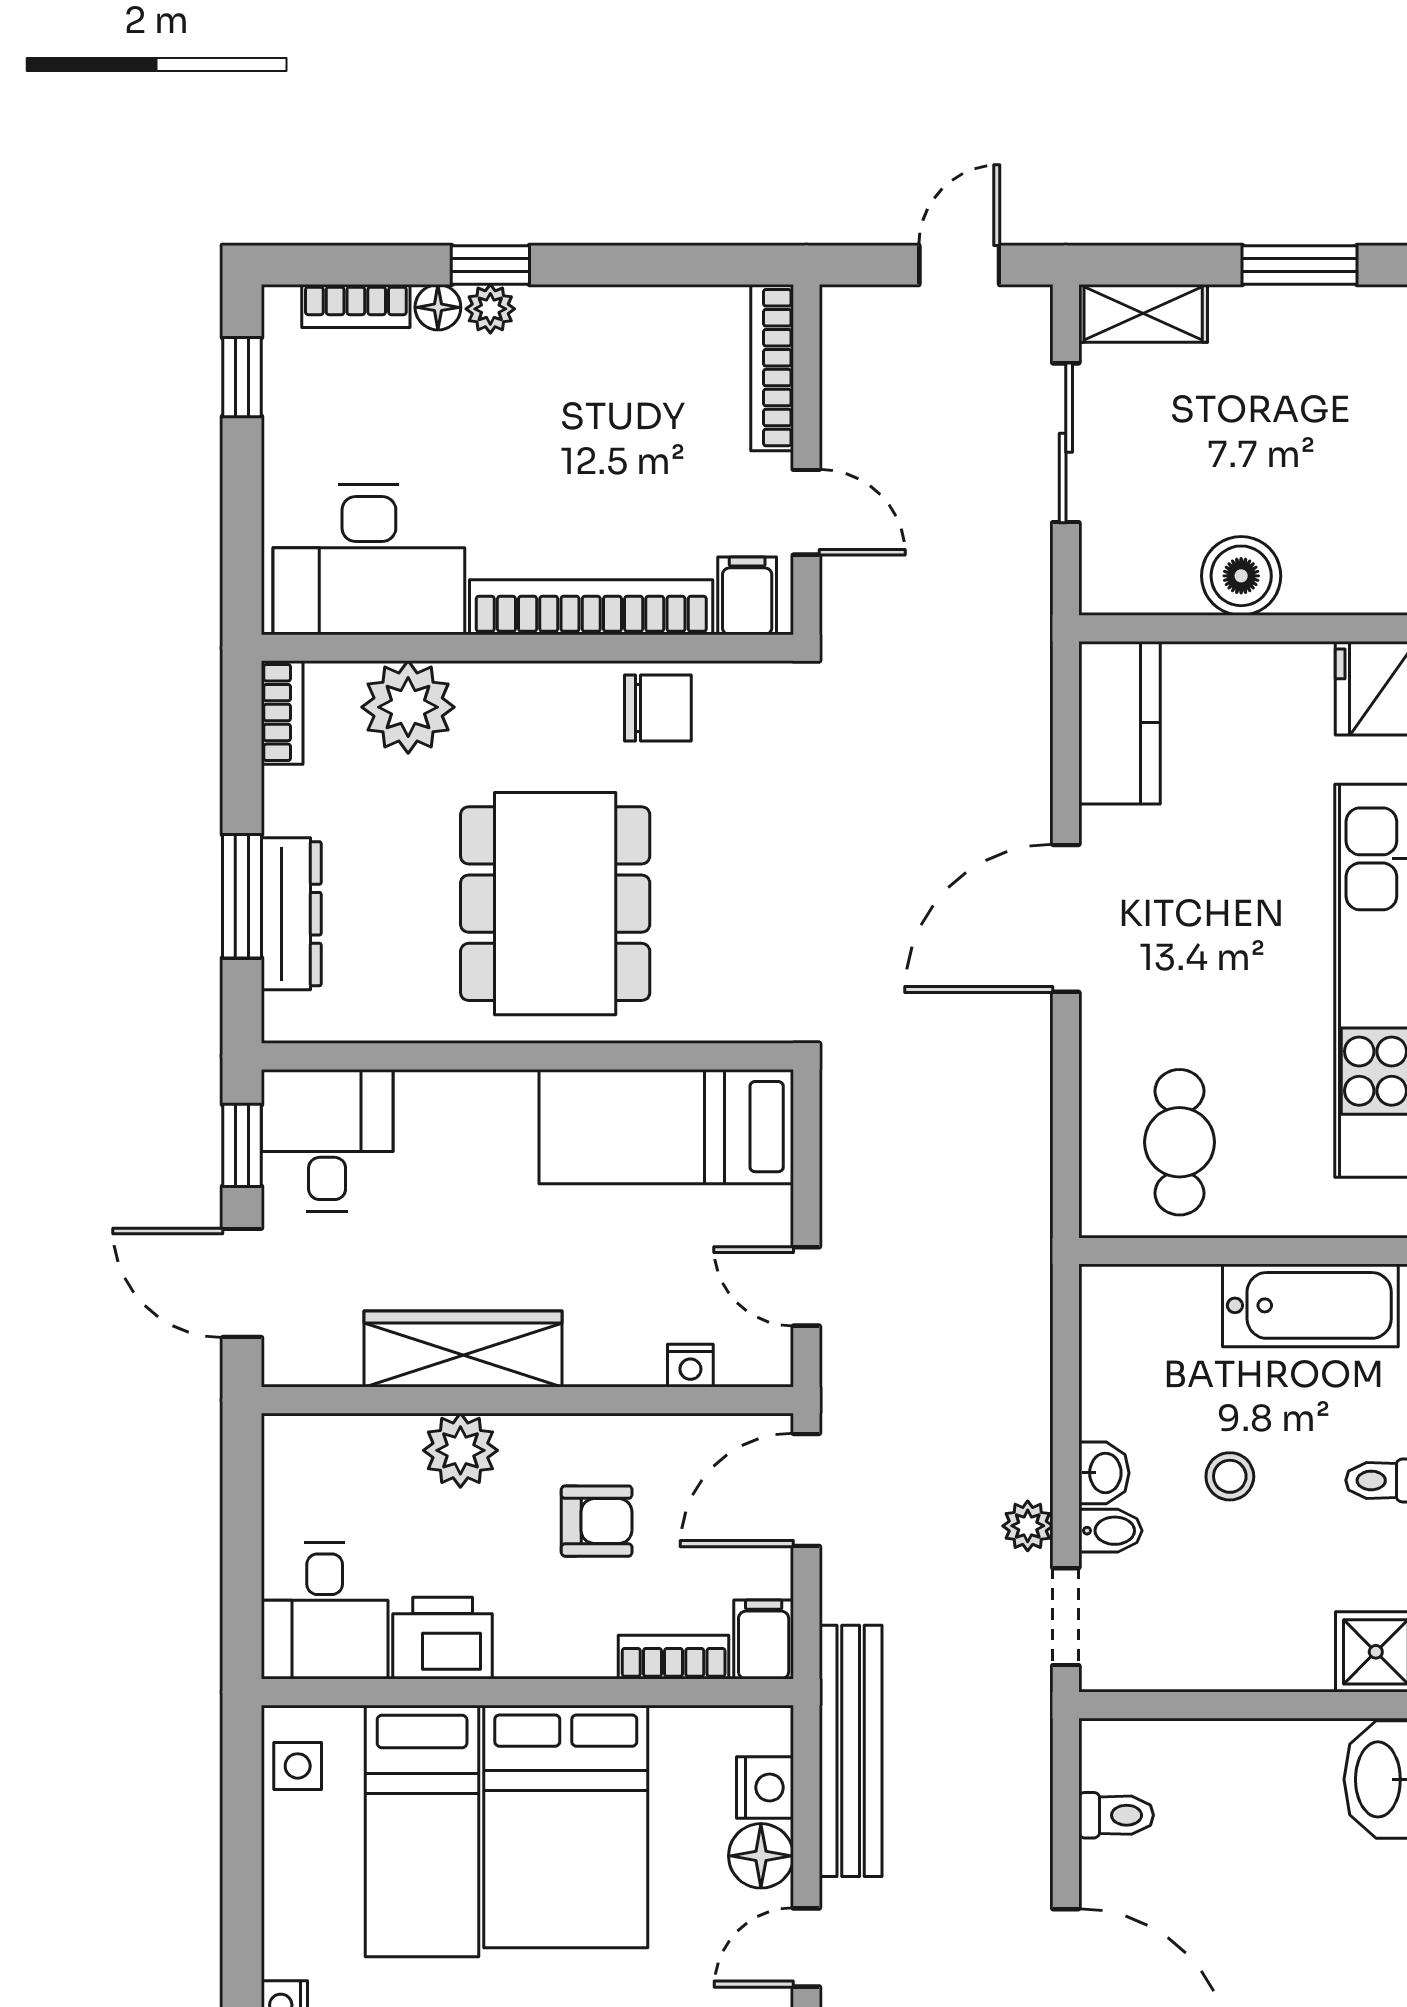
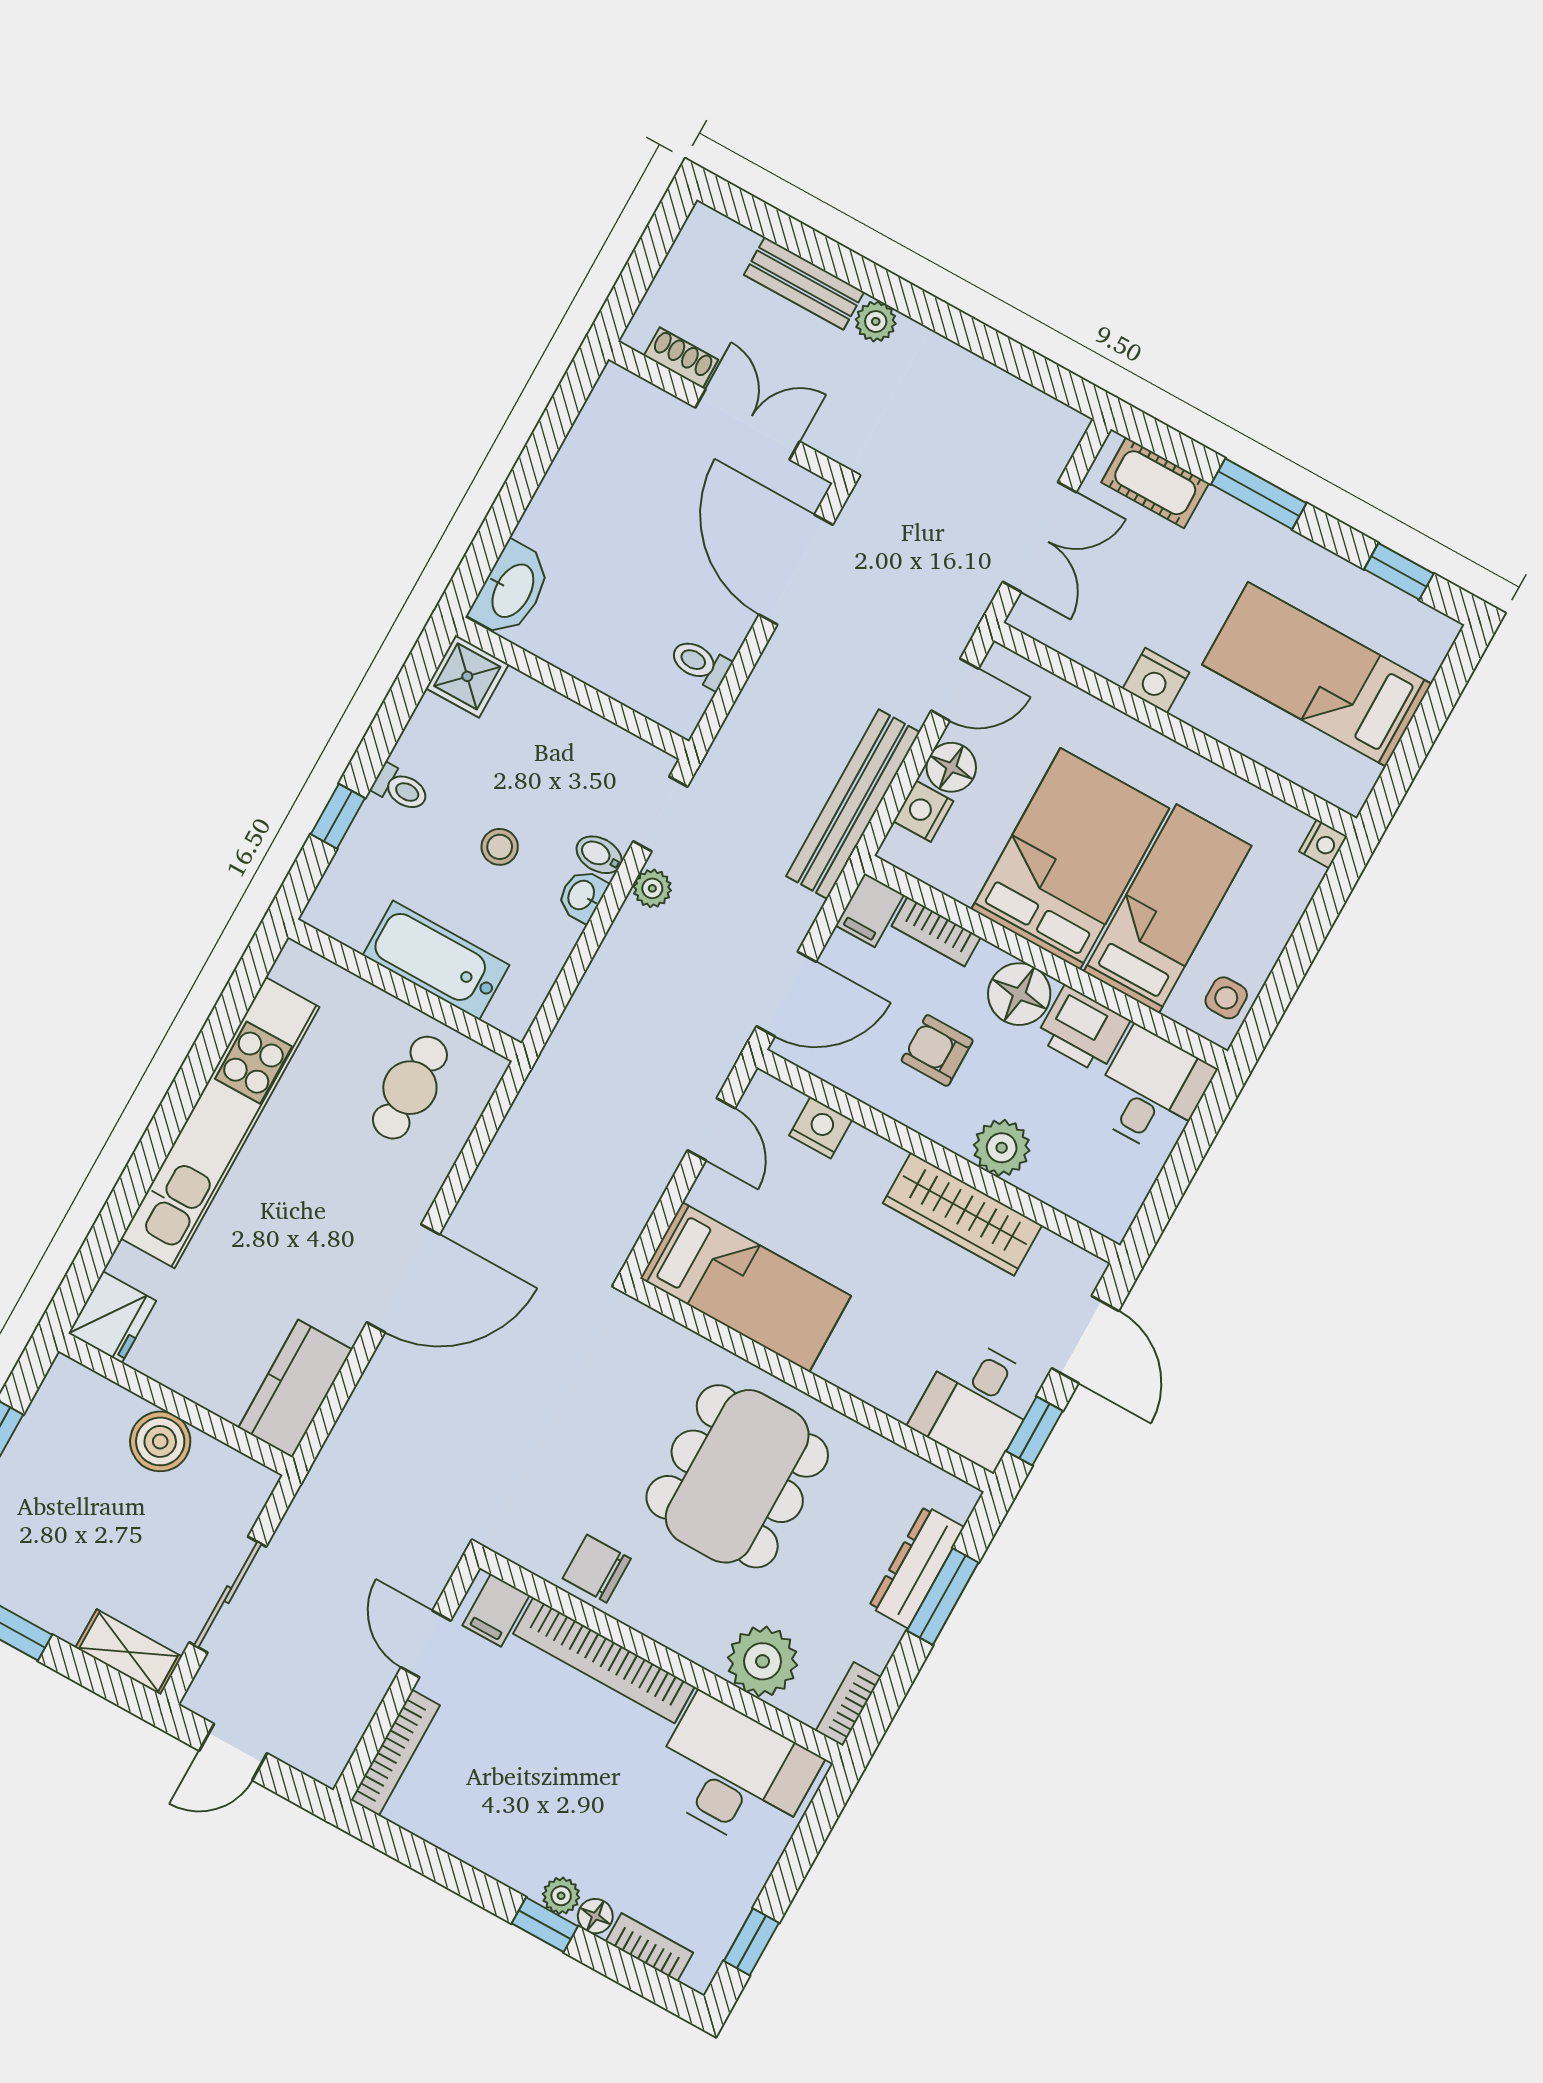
bathtub: (1310, 1305) -> (436, 960), moved
nightstand: (690, 1366) -> (821, 1128), width x1.39, depth x1.35
floor lamp: (538, 1638) -> (1019, 994), added

